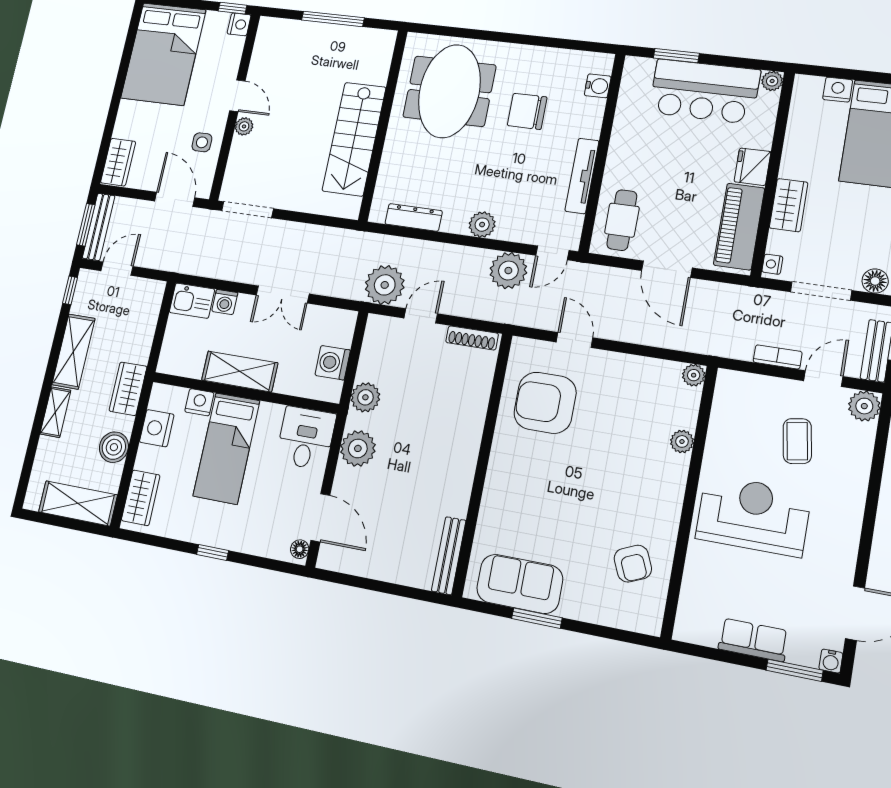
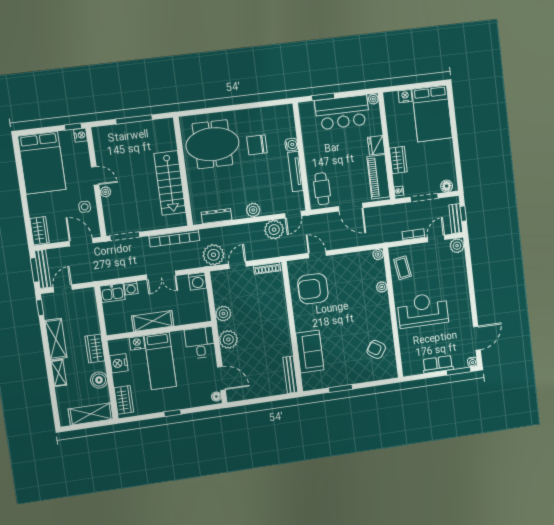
water cooler: (598, 86) -> (291, 145), moved
meeting table: (449, 91) -> (212, 144), turned 90
bookcase: (328, 236) -> (174, 238), added
washing machine: (333, 363) -> (198, 281), moved, turned -90
coffee table: (797, 441) -> (403, 268), moved
armchair: (633, 564) -> (376, 349), turned 147
sofa: (520, 584) -> (310, 351), moved, turned 90

